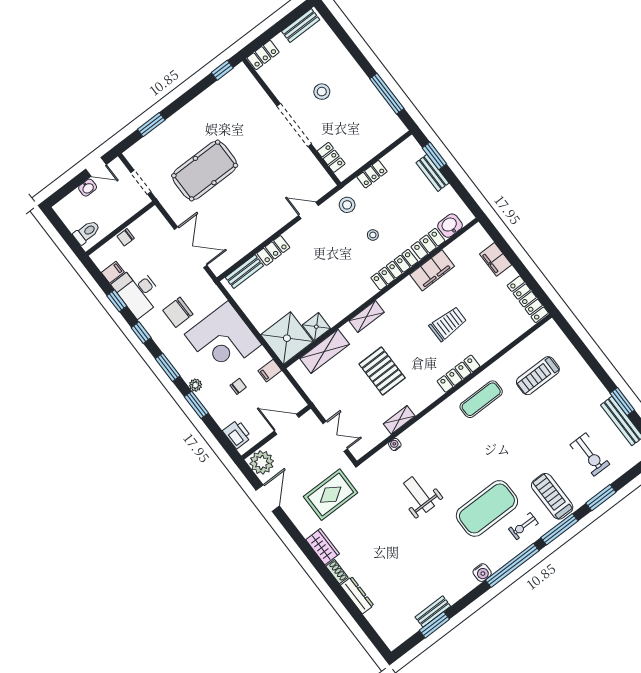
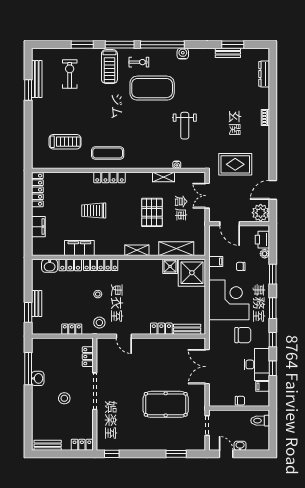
washbasin: (368, 91) -> (38, 378), added
plant: (195, 385) -> (265, 254), moved
wardrobe: (323, 547) -> (263, 138), removed
dresser: (357, 595) -> (264, 74), moved

